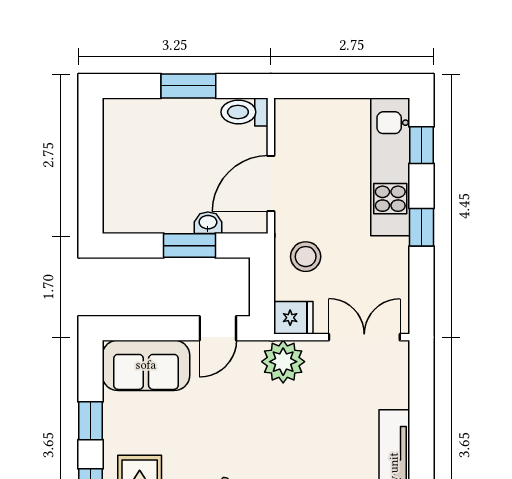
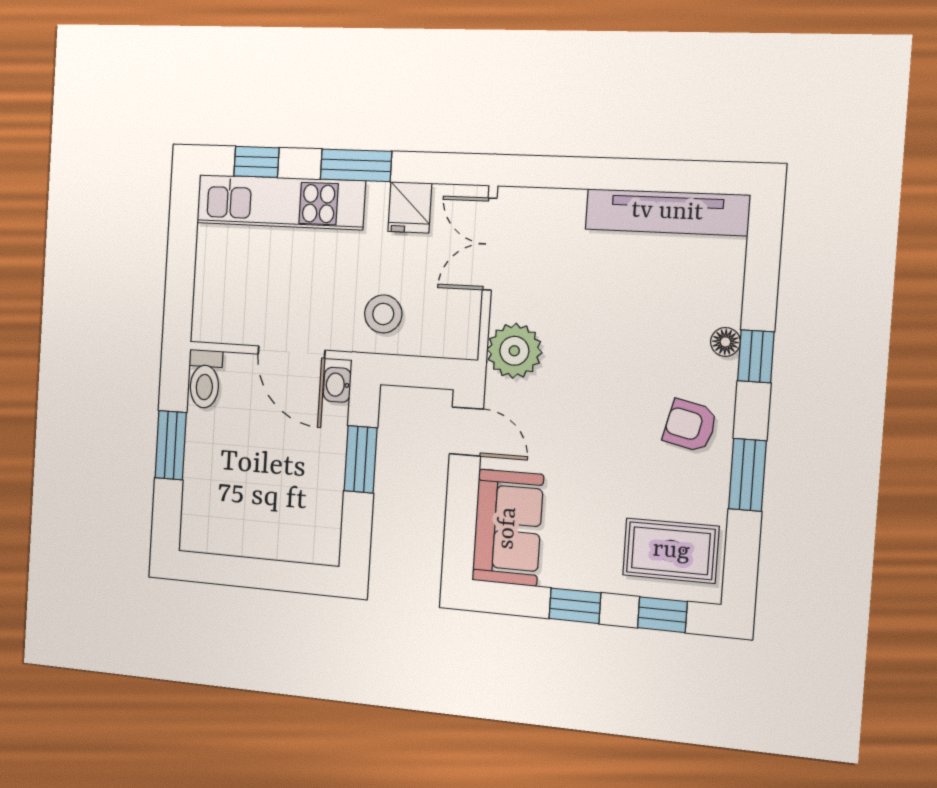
washbasin: (208, 223) -> (337, 385), moved
window: (422, 227) -> (356, 165), width x1.50
fridge: (293, 318) -> (410, 207), moved, turned 180

